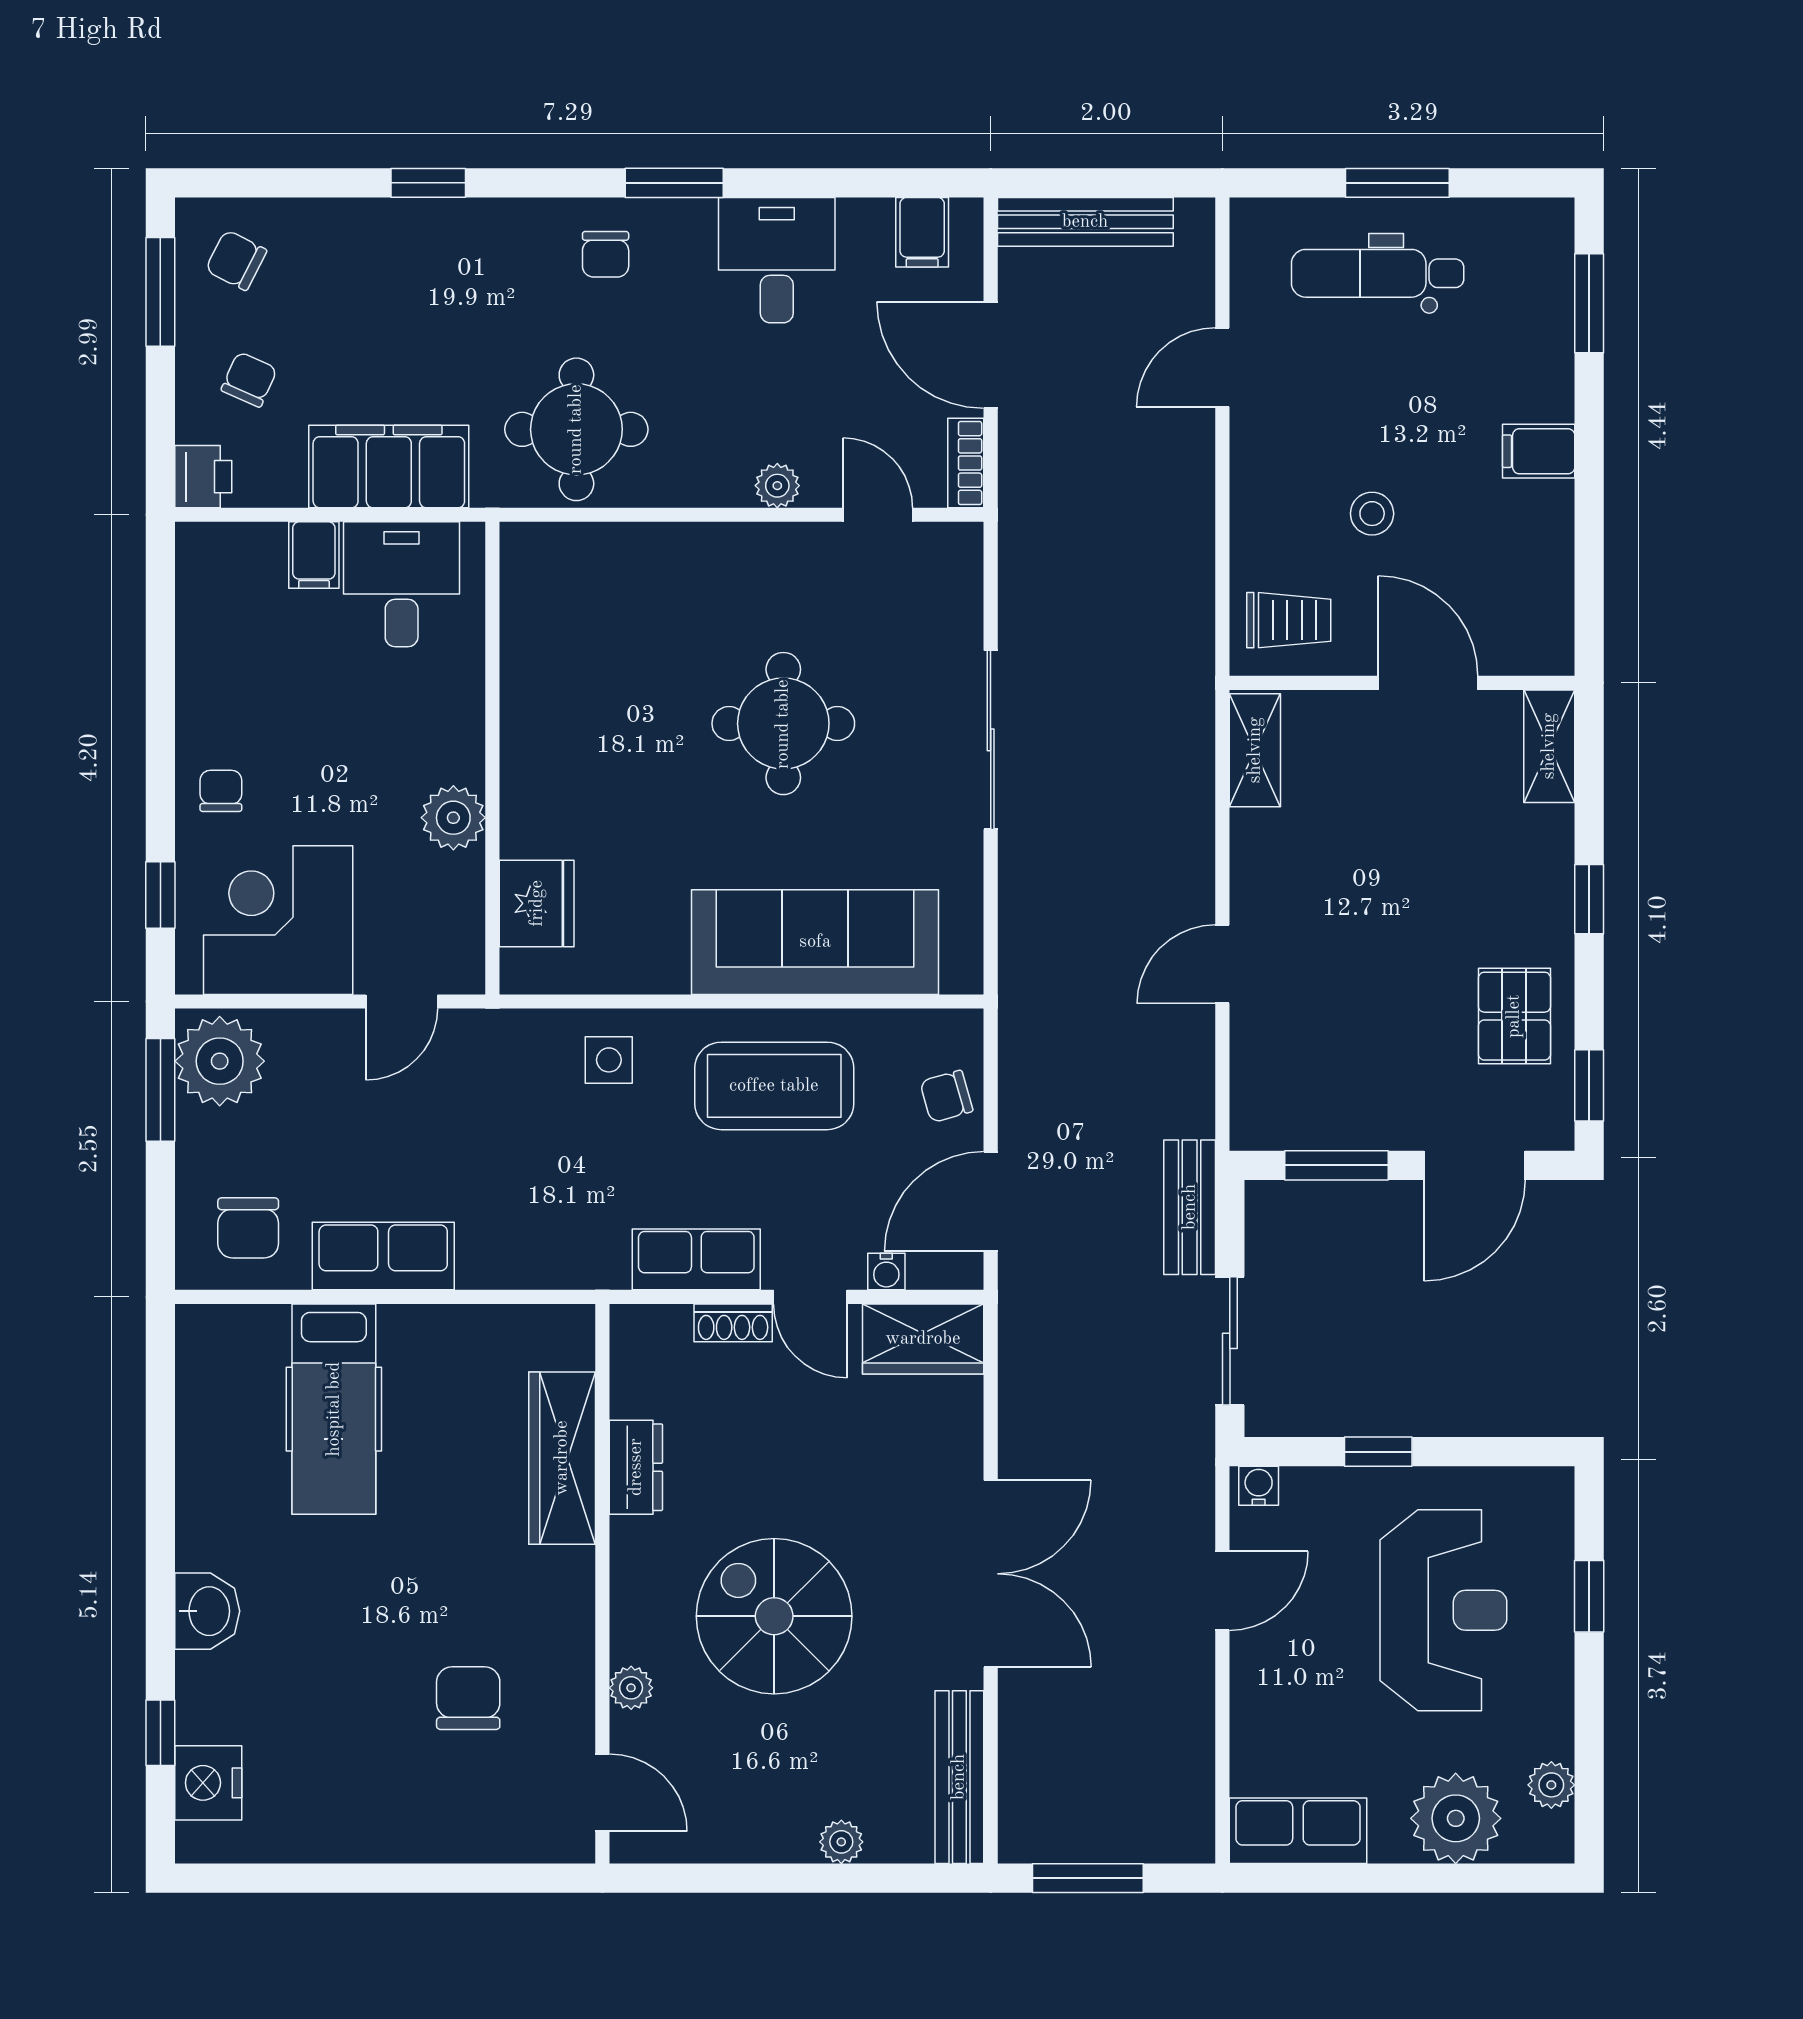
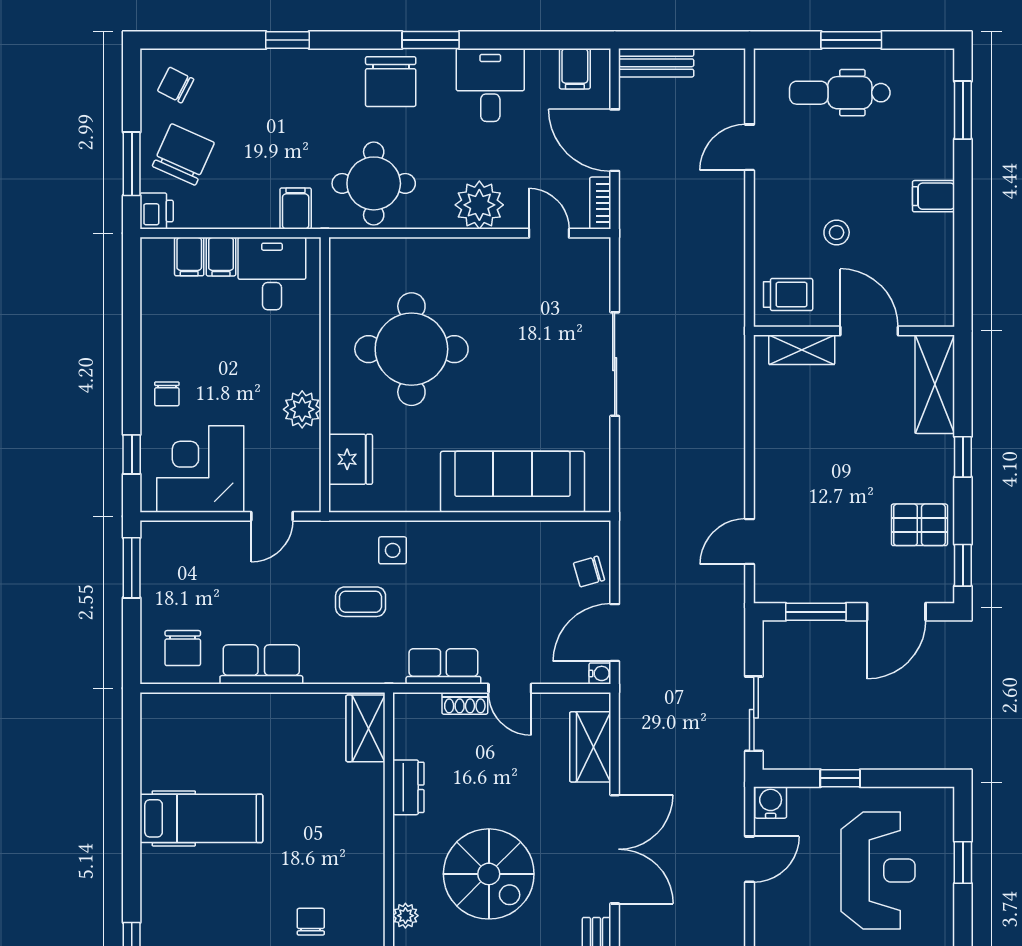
bench: (1085, 222) -> (656, 63), width x0.73
chair: (606, 254) -> (391, 82), width x1.87, depth x1.87
window: (160, 292) -> (132, 164), moved
chair: (249, 379) -> (183, 154), width x1.87, depth x1.87
filing cabinet: (389, 466) -> (296, 208), width x0.33, depth x0.86
plant: (777, 486) -> (479, 205), width x1.88, depth x1.88
filing cabinet: (259, 555) -> (189, 257), added
round table: (783, 724) -> (411, 349), moved, width x1.36, depth x1.36
shelving: (1549, 746) -> (935, 384), width x1.50, depth x1.33
shelving: (1255, 750) -> (802, 350), moved, turned 90
chair: (221, 791) -> (167, 394), turned 180
door: (1222, 964) -> (750, 542), moved
pallet: (1514, 1016) -> (919, 525), turned 90
plant: (220, 1061) -> (166, 551), removed
coffee table: (774, 1086) -> (361, 602), moved, width x0.54, depth x0.58
bench: (1190, 1207) -> (730, 636), removed
water cooler: (886, 1272) -> (600, 673), moved, turned -90
wardrobe: (923, 1339) -> (590, 747), moved, turned 90
hospital bed: (334, 1409) -> (201, 818), moved, turned -90
wardrobe: (562, 1458) -> (365, 728), moved, width x0.67
water cooler: (1259, 1486) -> (771, 802), width x1.38, depth x1.38
washbasin: (207, 1611) -> (159, 871), removed
spiral stairs: (774, 1616) -> (489, 874), turned 180
chair: (468, 1698) -> (311, 922), width x0.73, depth x0.73

